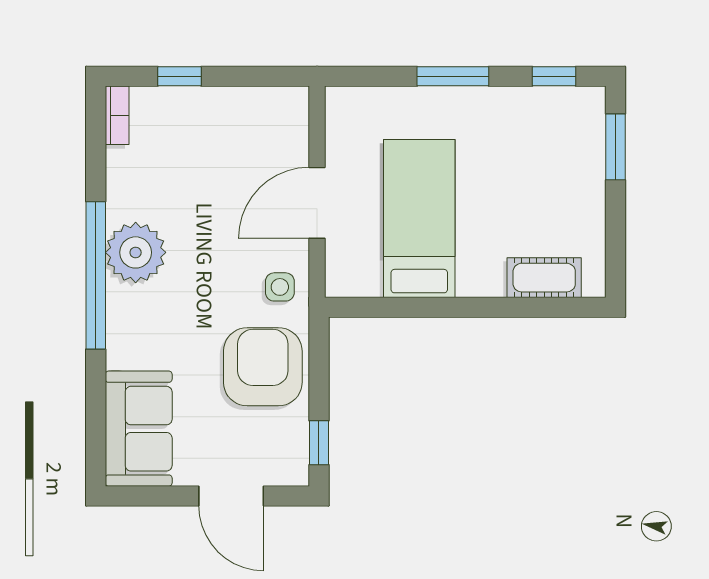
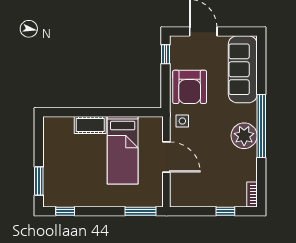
window: (453, 76) -> (141, 211), moved
door: (317, 203) -> (166, 157), hinge flipped
cot: (544, 278) -> (90, 125), moved
sofa: (139, 429) -> (243, 69), width x1.36

